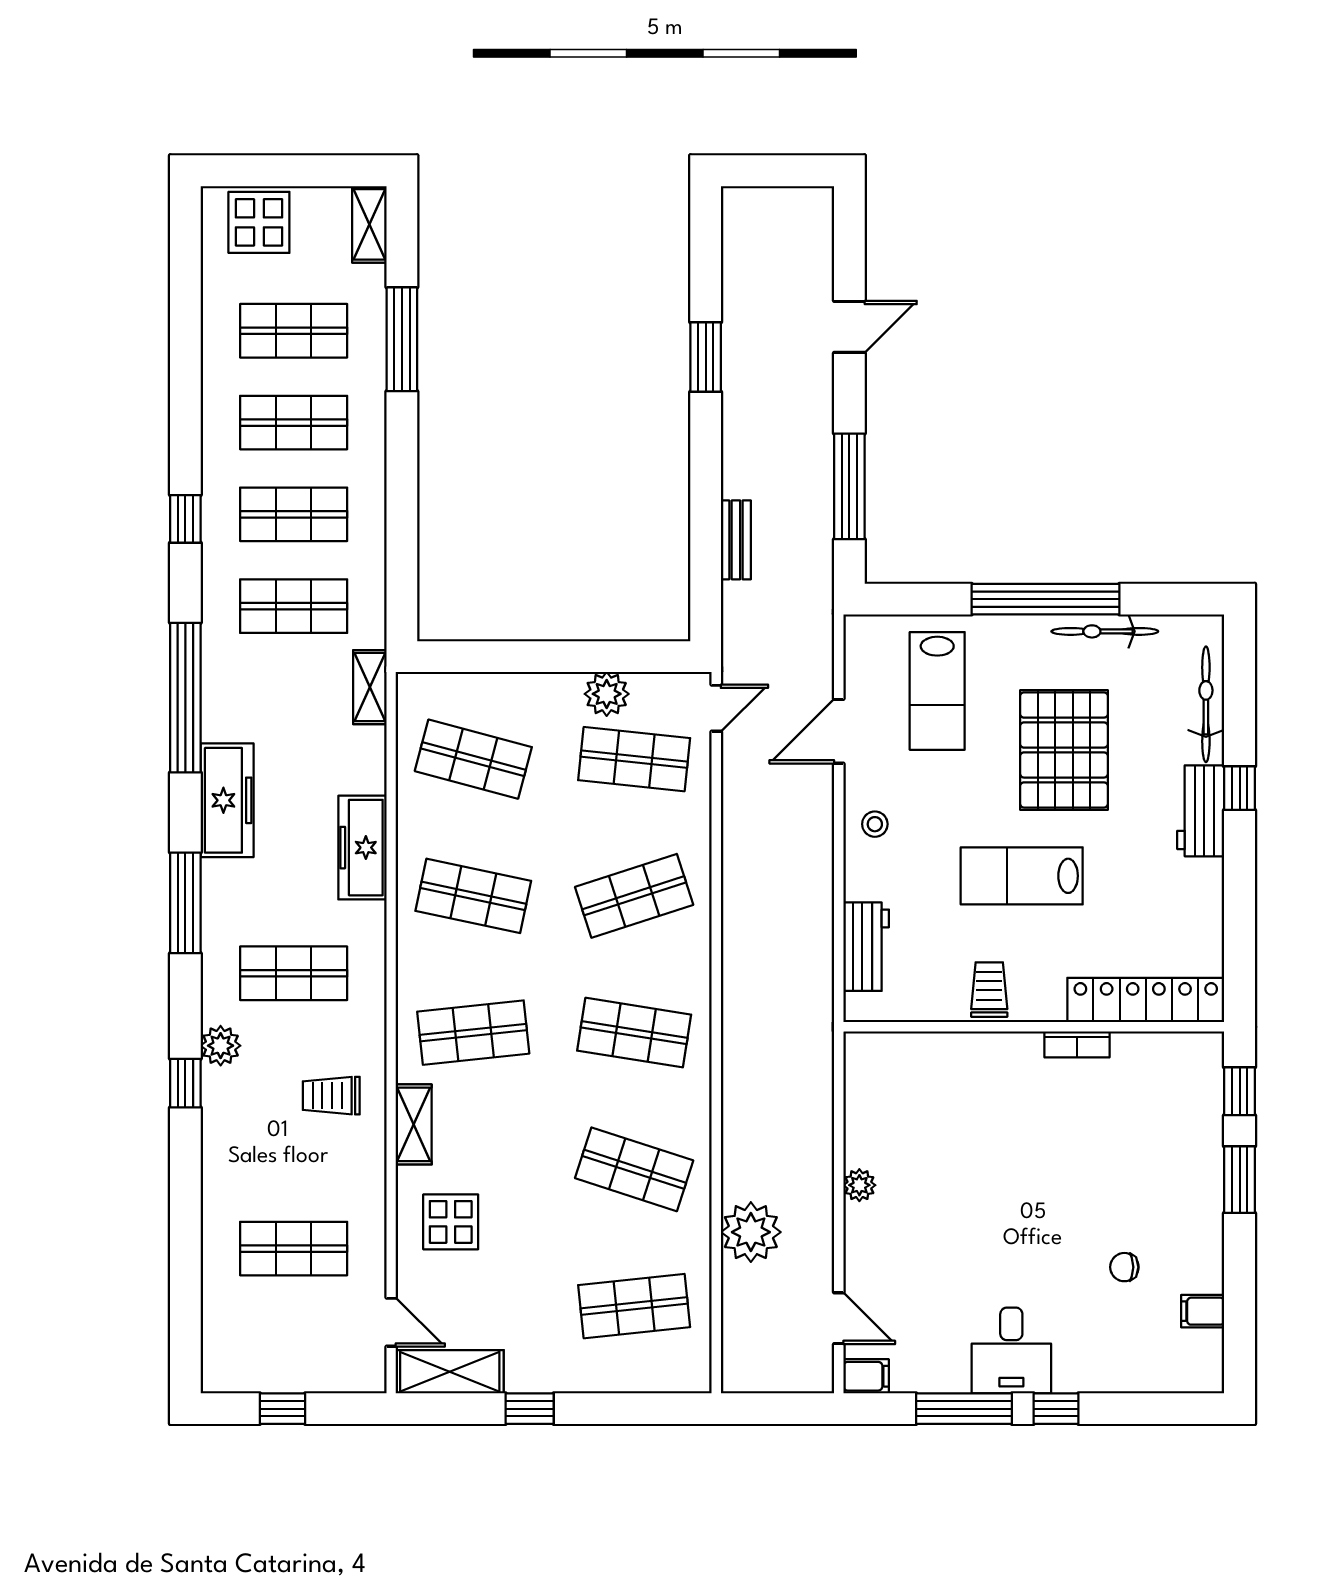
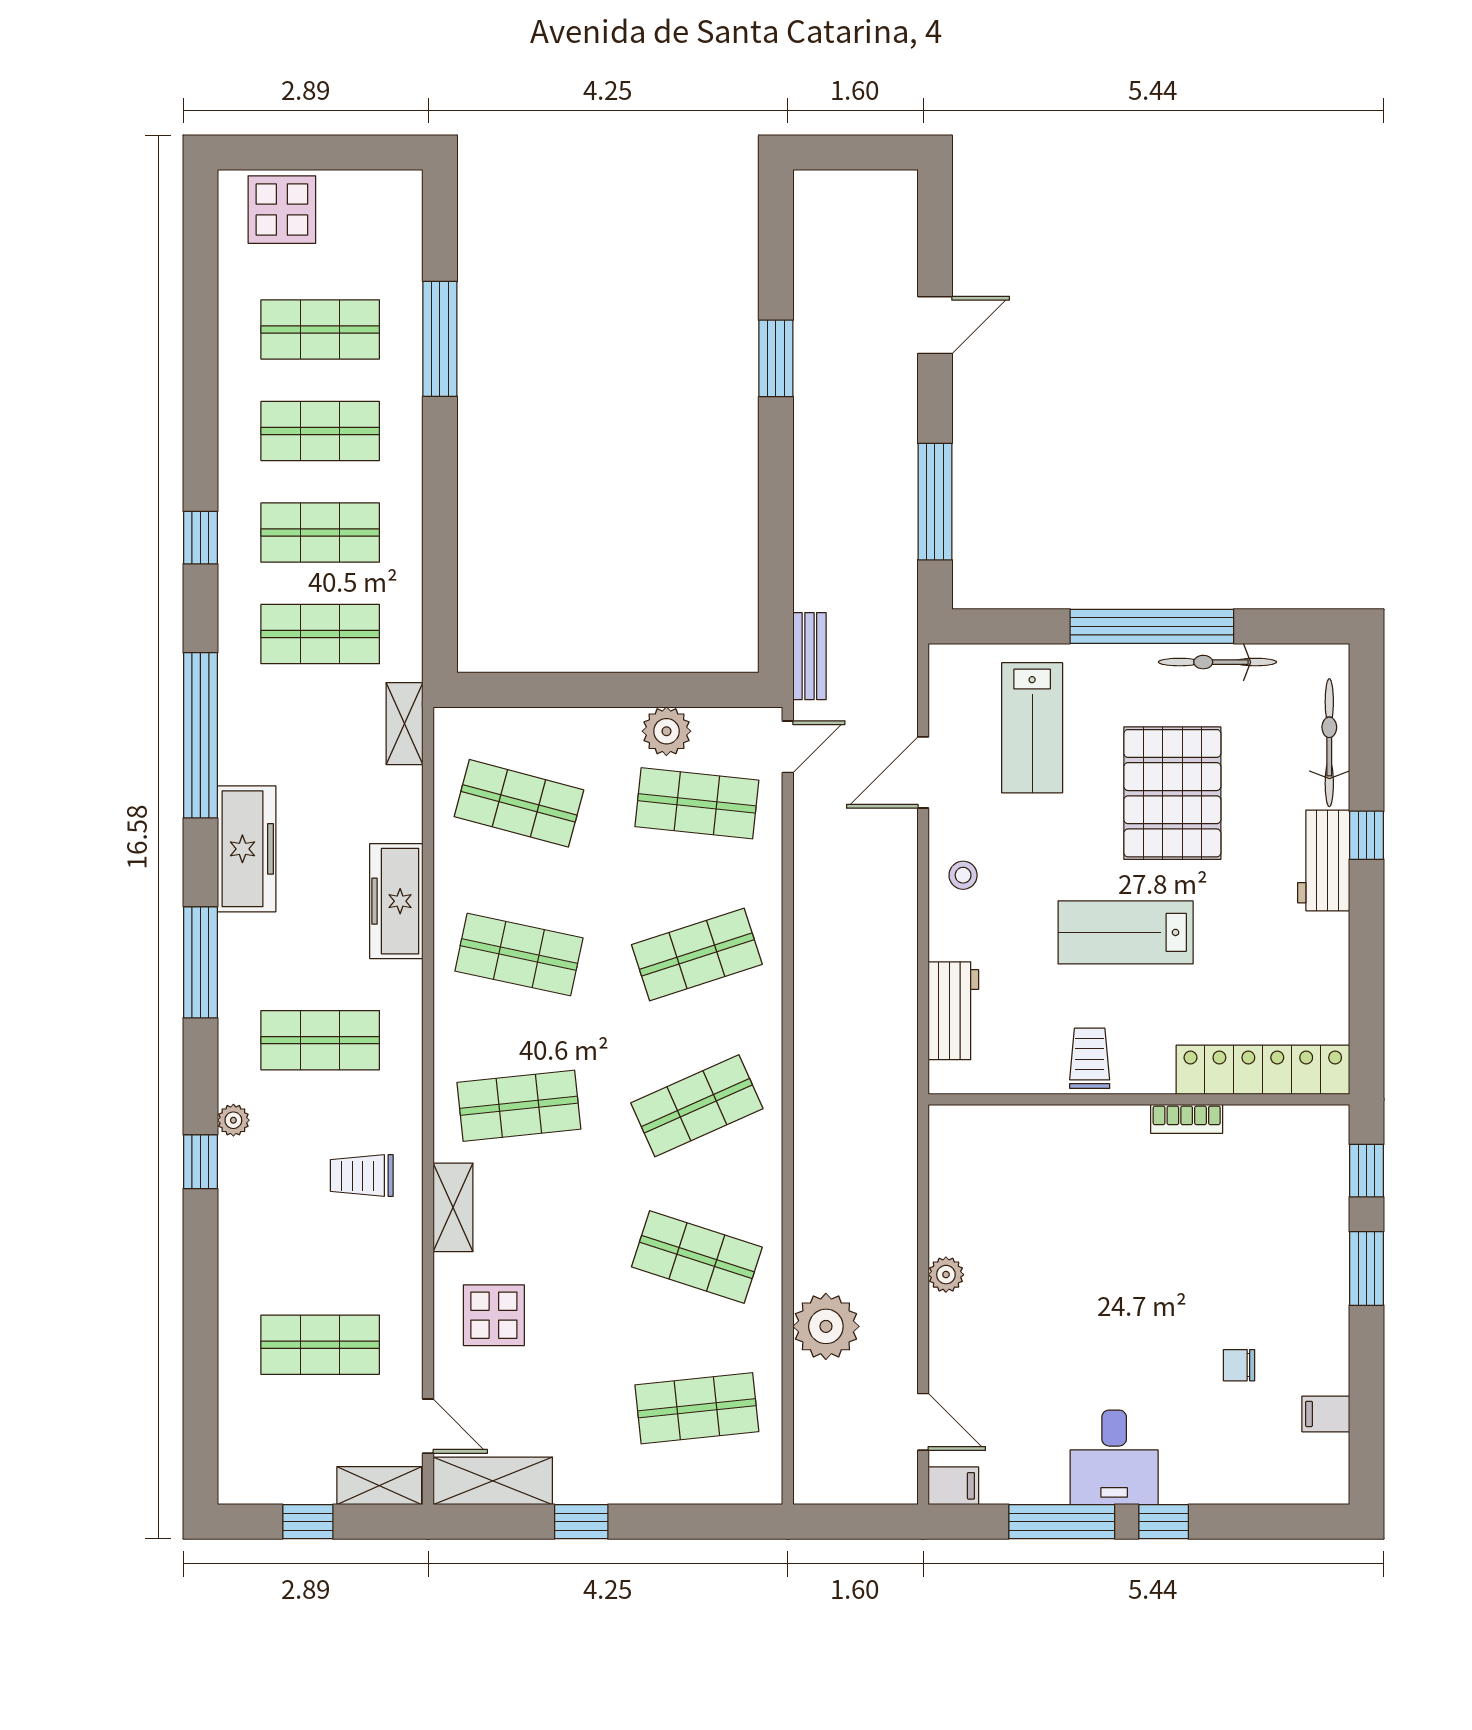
shelving: (369, 224) -> (379, 1486), moved, turned 90
bench: (736, 540) -> (809, 656), moved
shop shelf: (634, 1033) -> (697, 1106), turned -33
plant: (221, 1046) -> (233, 1120), width x0.73, depth x0.73

